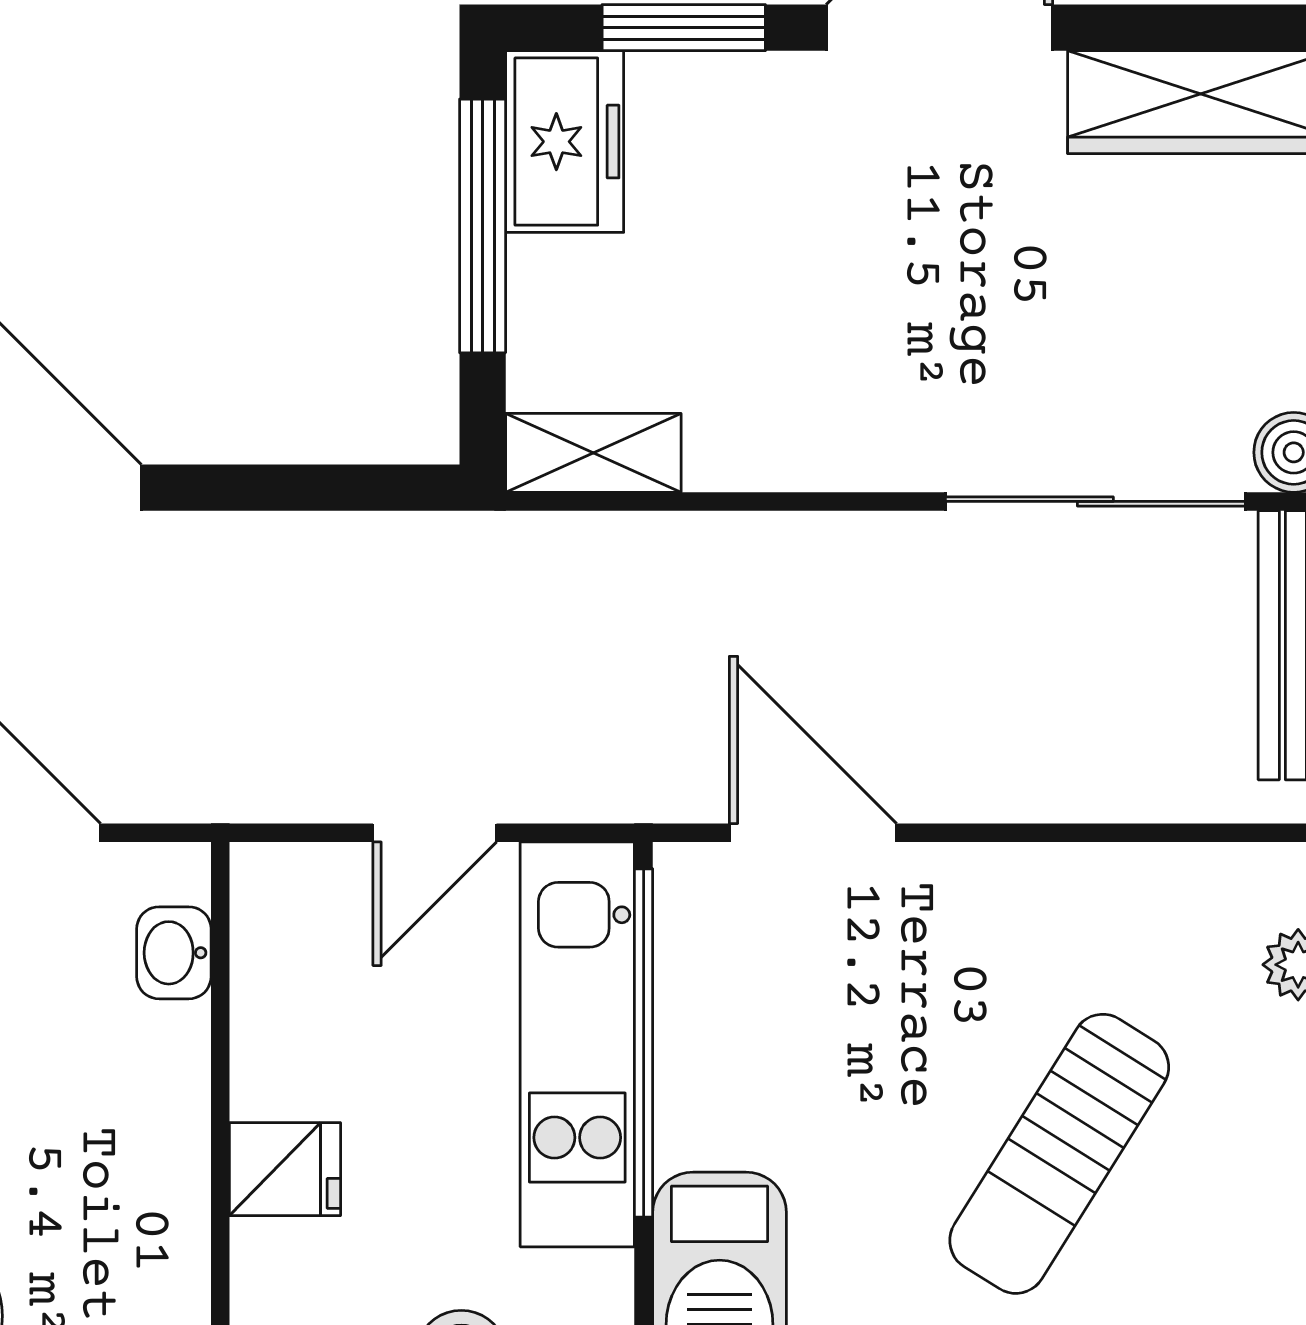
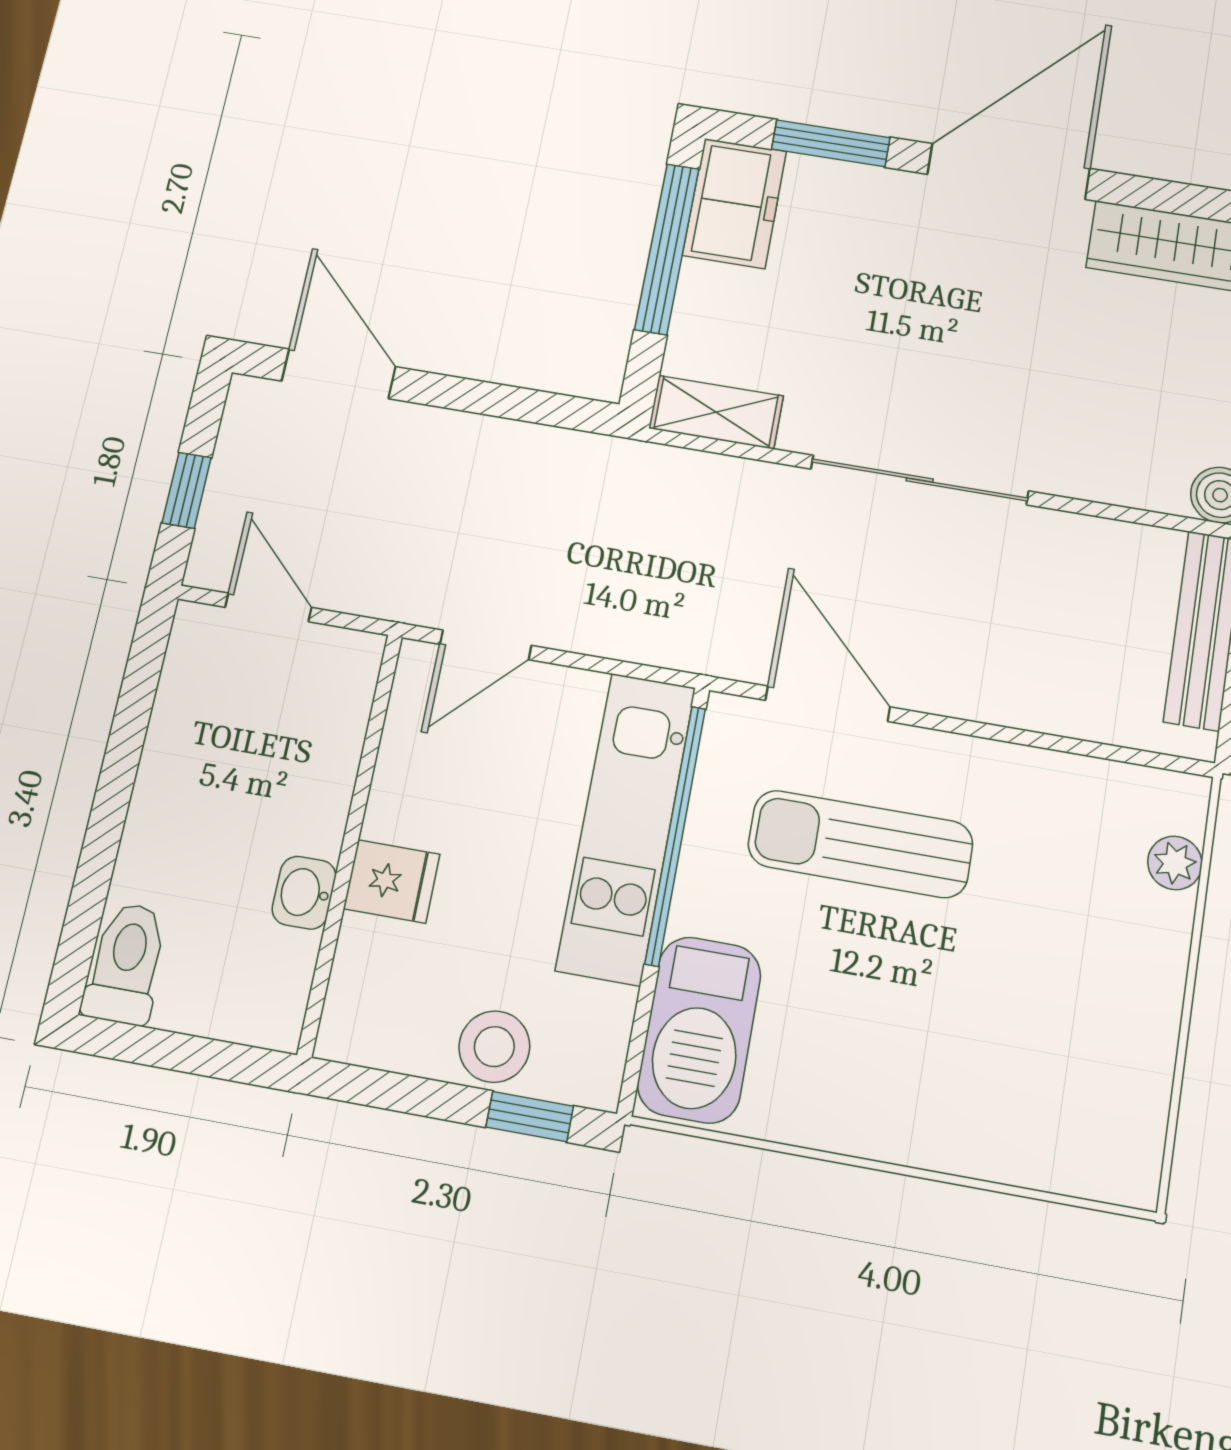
sliding door: (1095, 501) -> (920, 480), moved
door: (435, 833) -> (486, 645), moved
washbasin: (174, 953) -> (304, 893), moved
sun lounger: (1059, 1154) -> (860, 844), moved, turned 58

